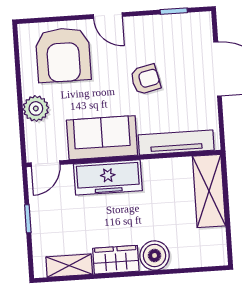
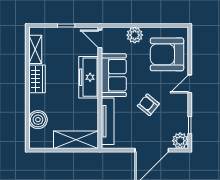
plant: (199, 25) -> (180, 141), added
armchair: (145, 79) -> (148, 105), turned 142
boiler: (155, 256) -> (38, 120), moved

